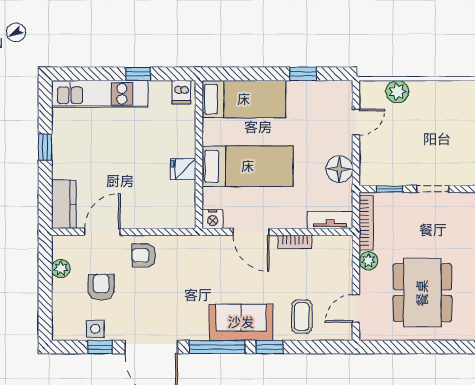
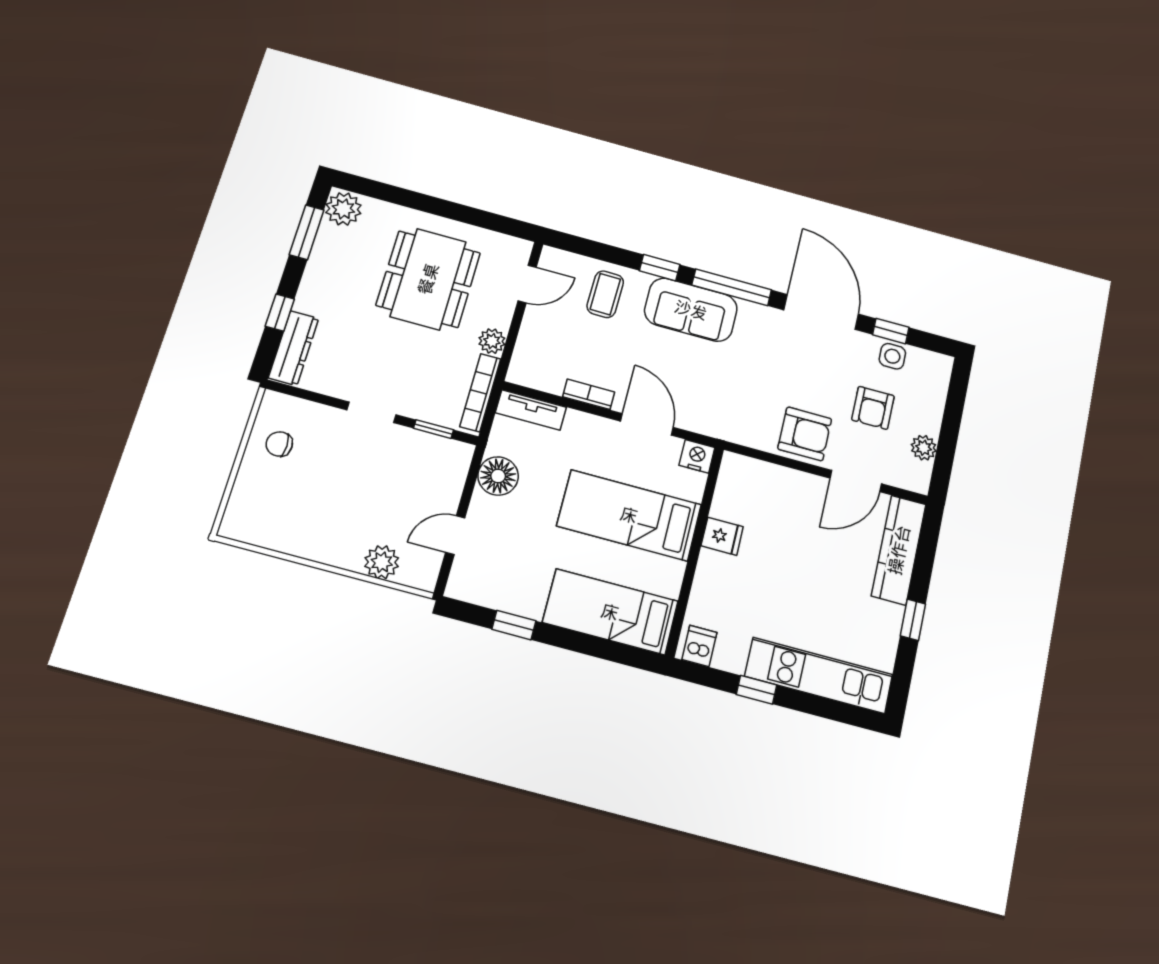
kitchen counter: (64, 204) -> (899, 550), width x1.50
armchair: (144, 255) -> (805, 434), width x1.38, depth x1.38

